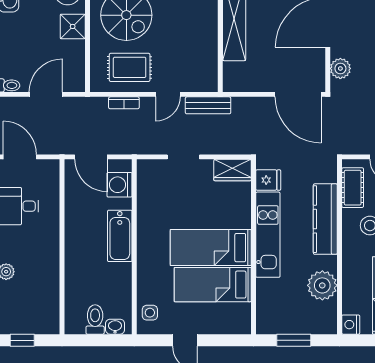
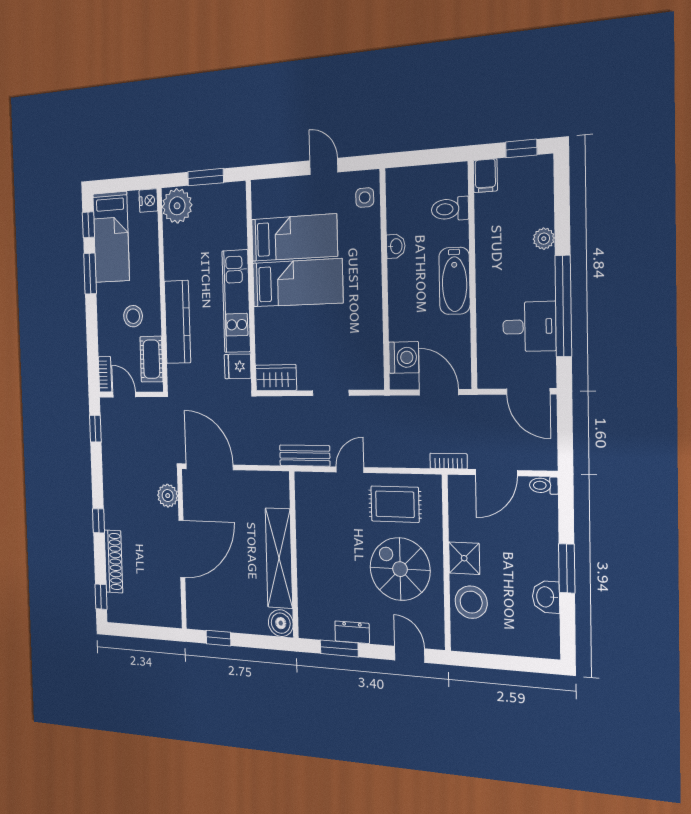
bookcase: (124, 103) -> (449, 461), moved
bathtub: (120, 236) -> (454, 281), moved, turned 180
plant: (322, 285) -> (177, 206), moved
toilet: (95, 319) -> (450, 209), moved, turned 90
filing cabinet: (51, 322) -> (485, 176), added
washbasin: (115, 327) -> (396, 246), moved, turned -90

